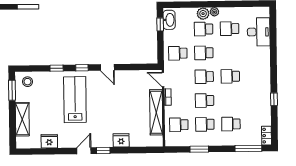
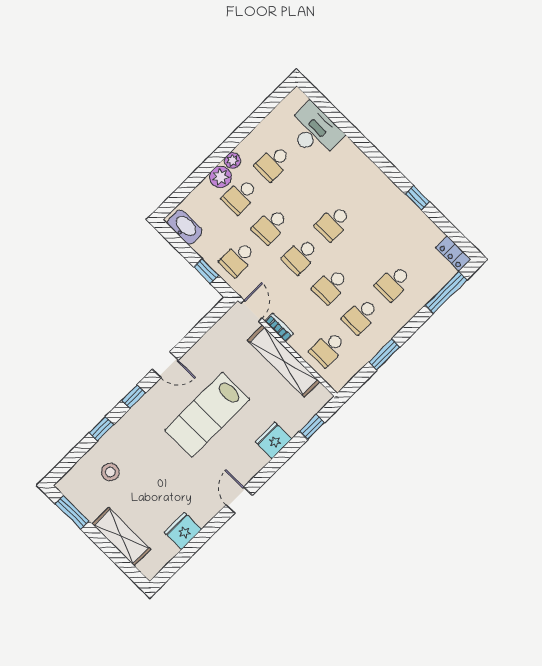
window: (160, 24) -> (206, 271), moved
door: (163, 80) -> (251, 311), swing flipped
stool: (28, 82) -> (110, 472), moved
lab bench: (75, 100) -> (207, 415), moved, turned -90
window: (103, 150) -> (312, 427), moved

